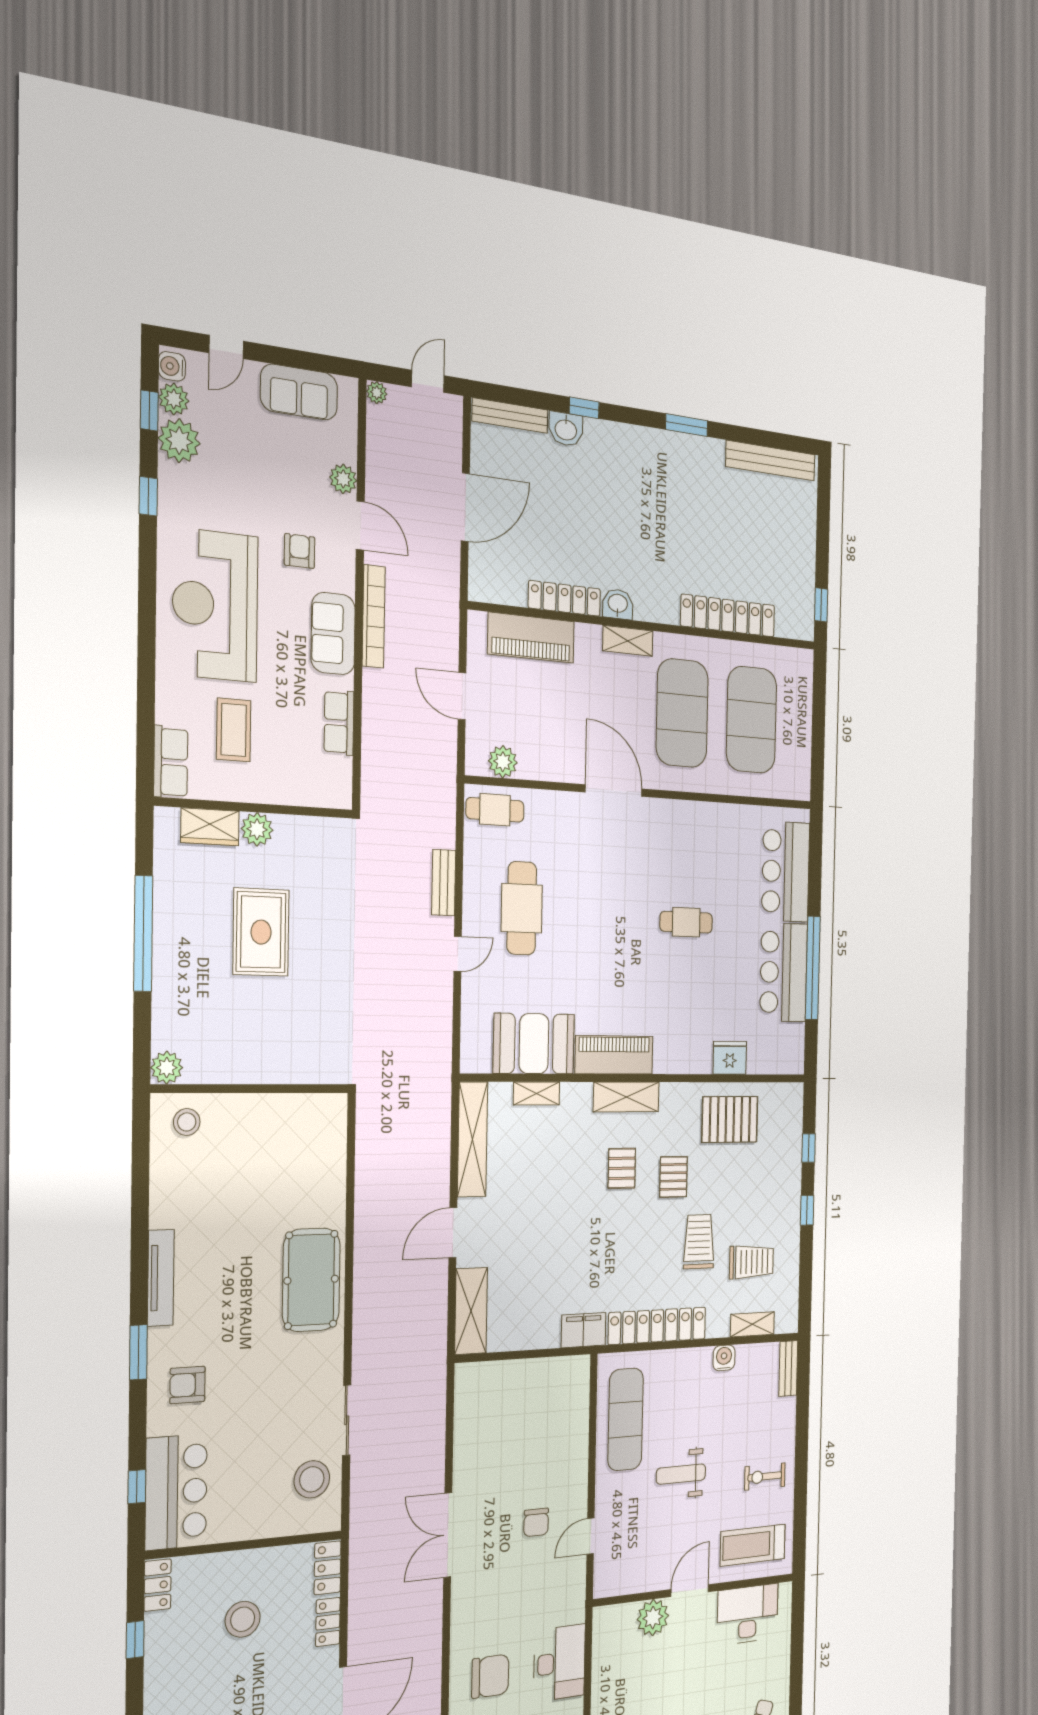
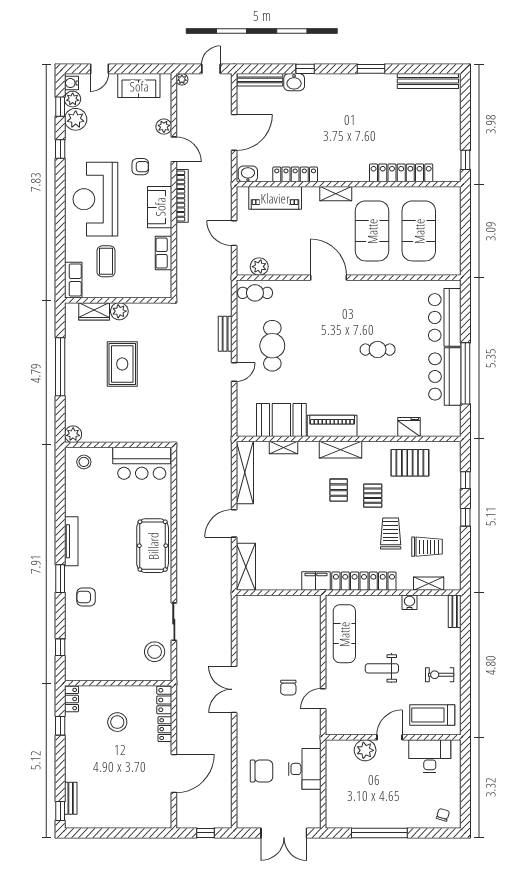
armchair: (299, 551) -> (140, 167), turned 90
washbasin: (618, 604) -> (248, 174), moved
bar counter: (176, 1492) -> (142, 463), moved, turned 90

